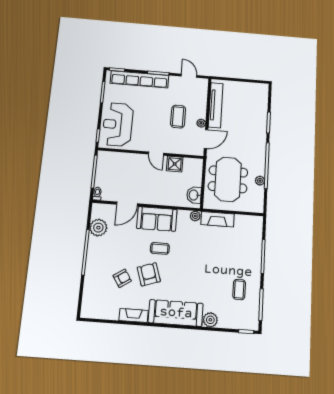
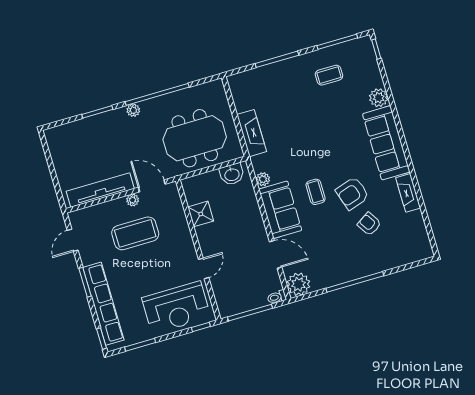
coffee table: (178, 117) -> (135, 233), width x1.36, depth x1.32
door: (156, 154) -> (204, 268), moved
plant: (260, 181) -> (133, 110), moved
plant: (195, 216) -> (263, 179), moved
plant: (98, 228) -> (299, 284), moved

